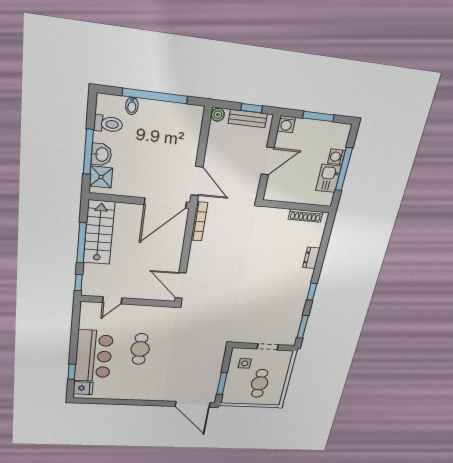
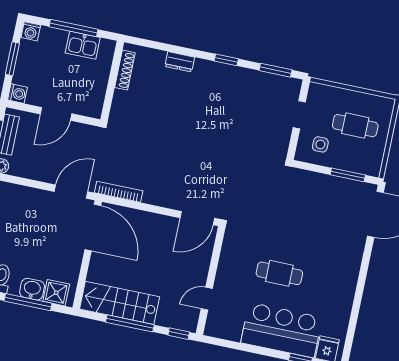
washing machine: (336, 157) -> (31, 31), moved
door: (268, 161) -> (56, 114), swing flipped
door: (112, 300) -> (207, 299), swing flipped

